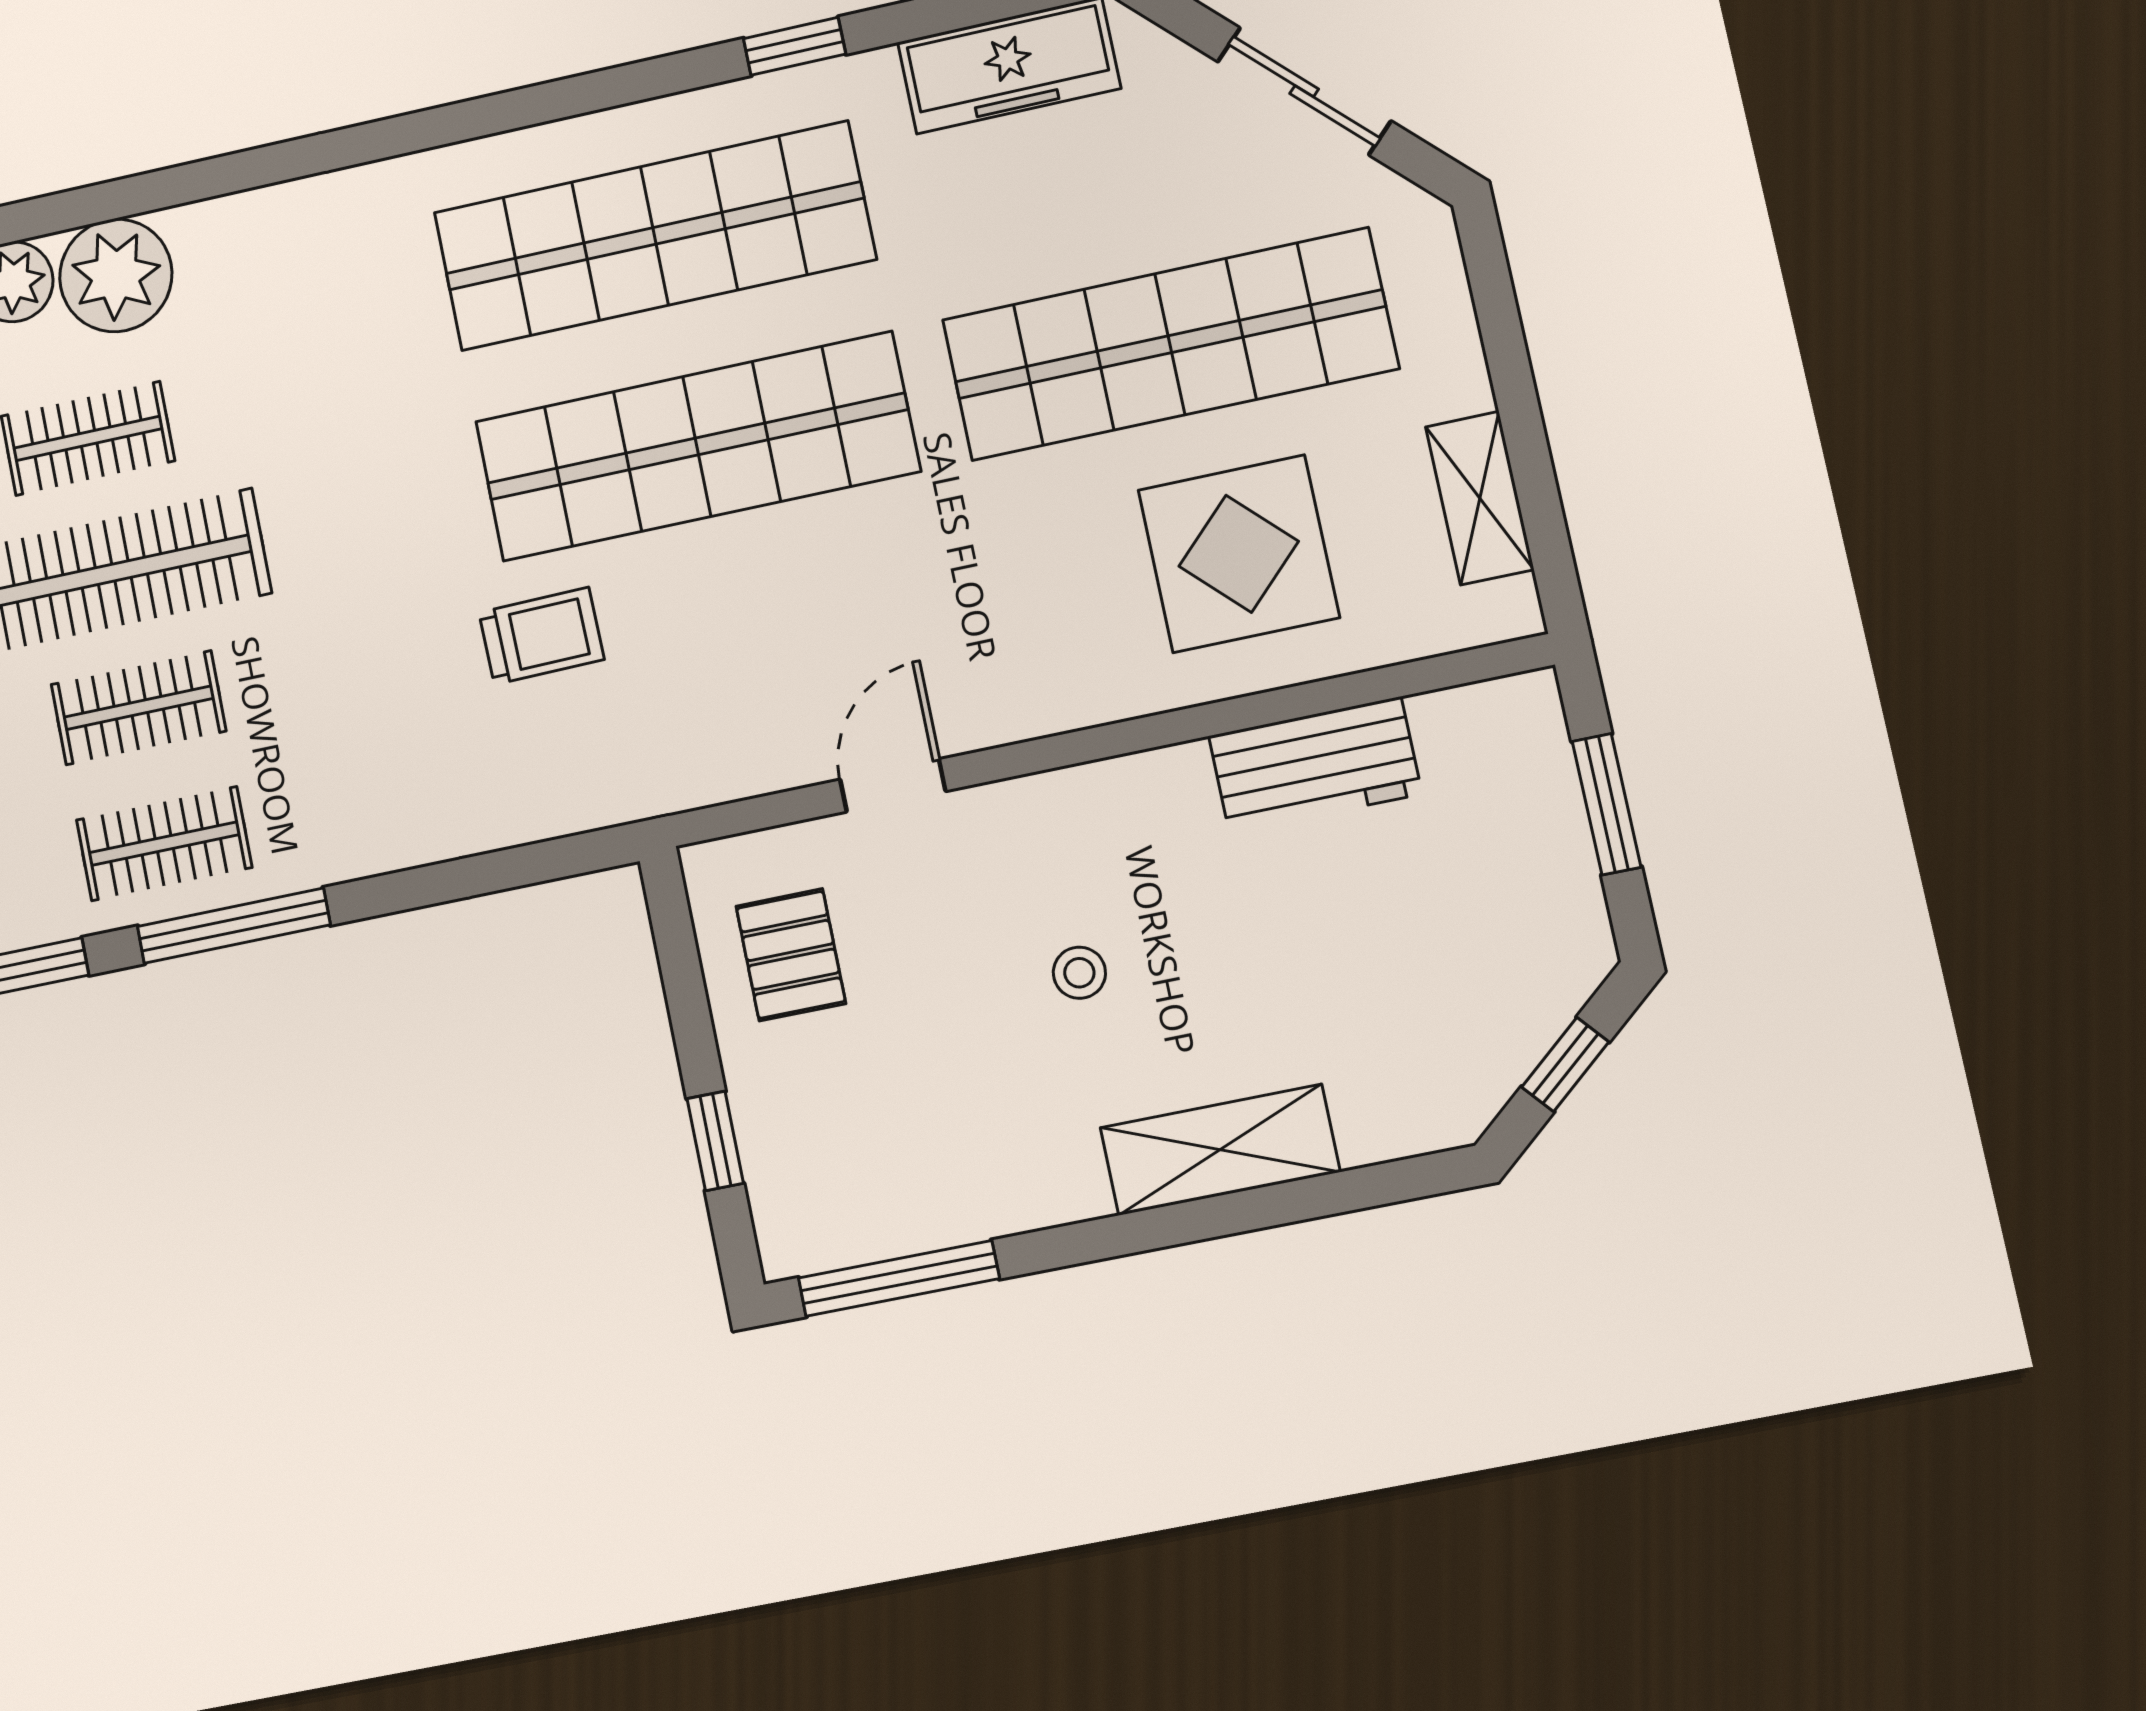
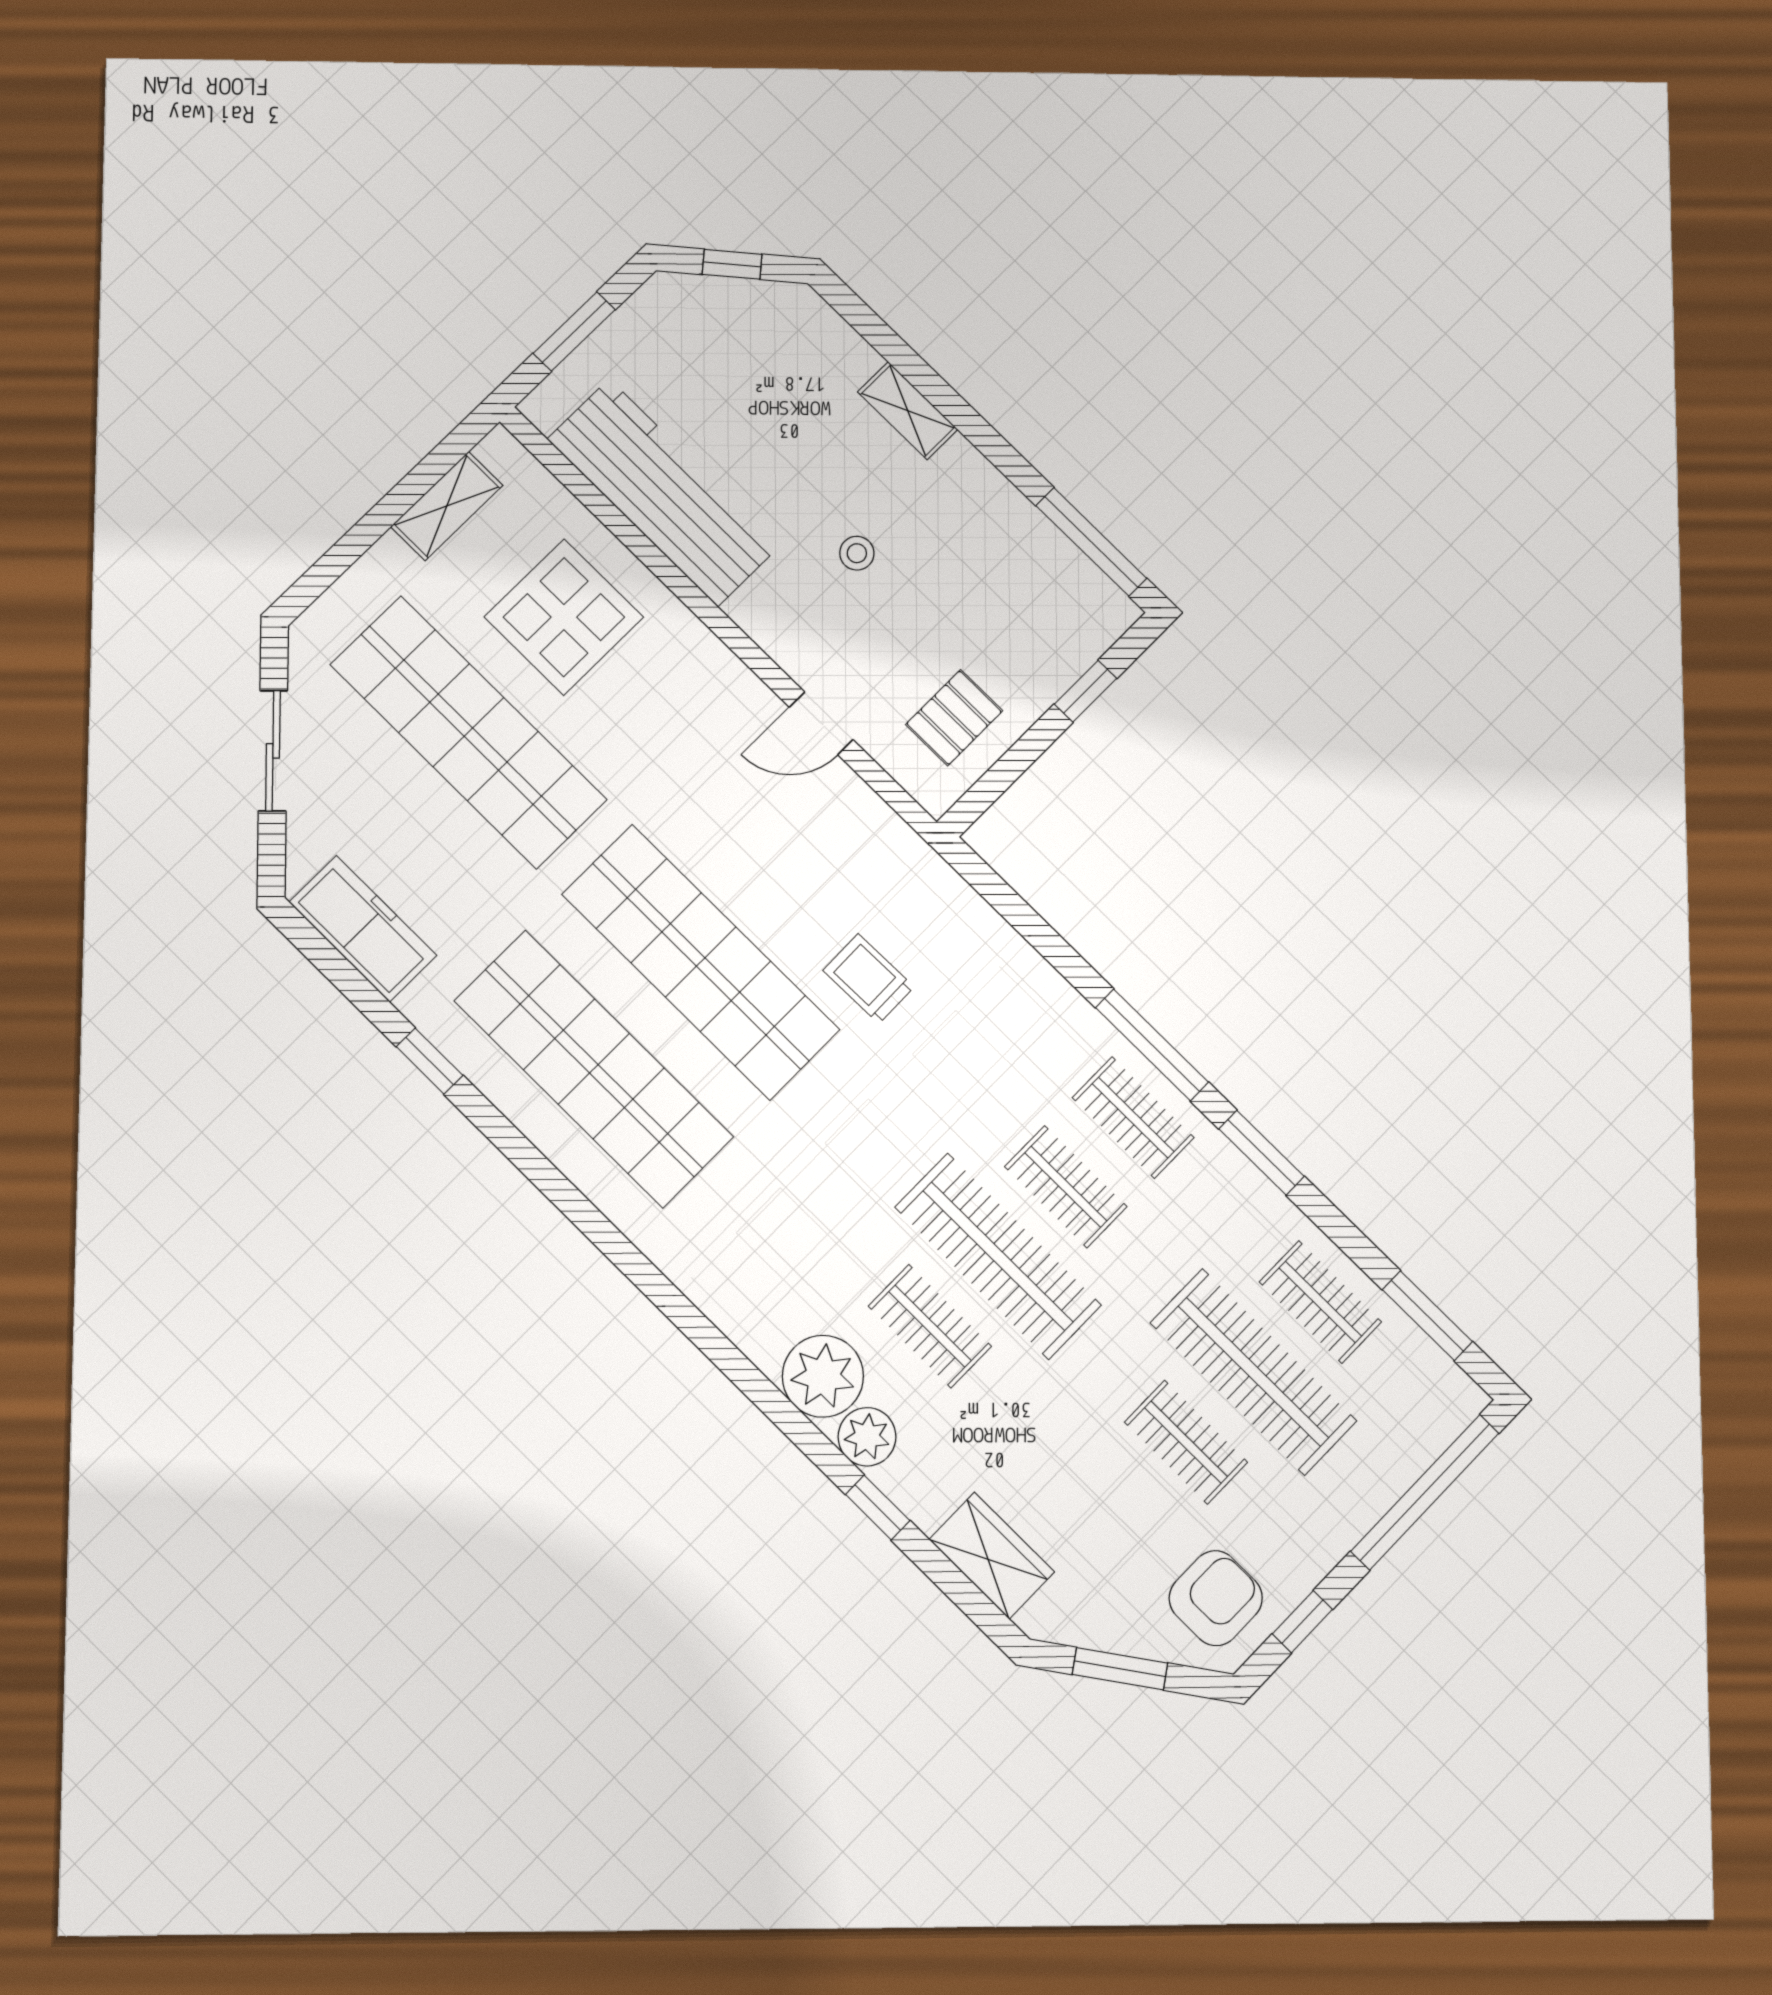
workbench: (1315, 765) -> (663, 493), width x1.87, depth x1.32
shelving: (1220, 1150) -> (908, 411), width x0.67, depth x0.75

